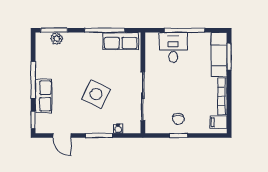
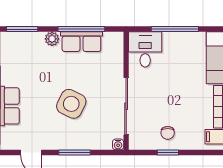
plant: (57, 39) -> (52, 39), moved
row of seats: (121, 41) -> (81, 42), moved
desk: (173, 48) -> (145, 49), moved
water cooler: (118, 129) -> (118, 144), moved

